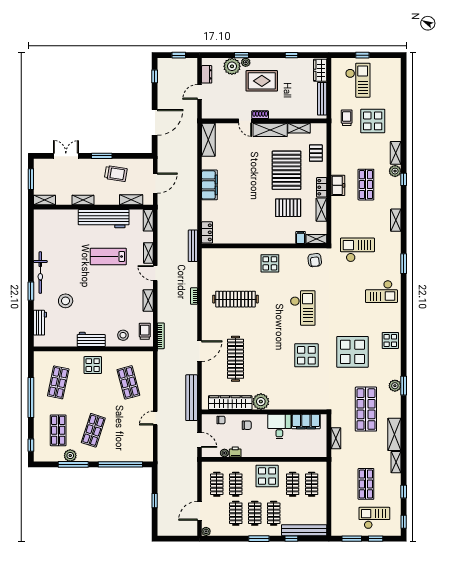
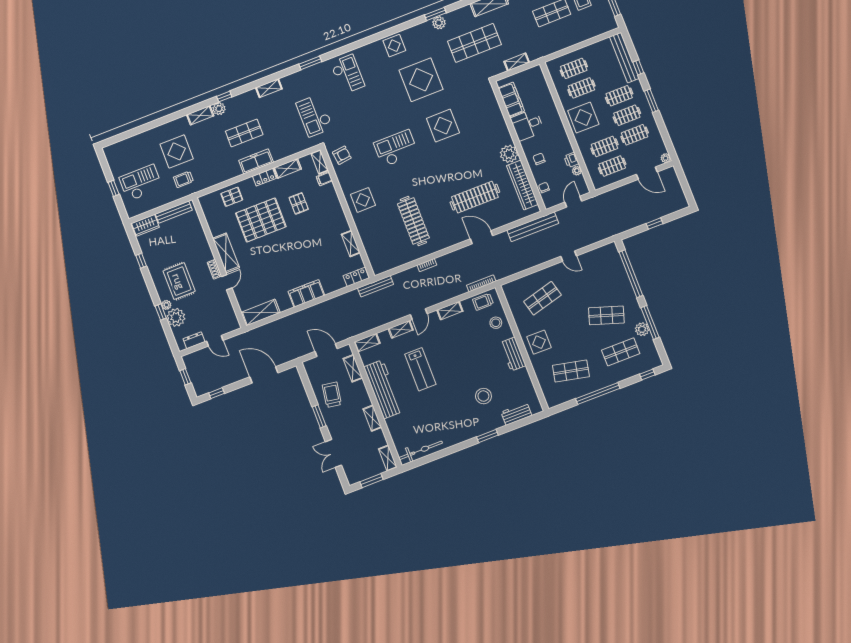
shelving: (299, 128) -> (351, 244), moved
freezer: (338, 185) -> (256, 161), width x1.40
pallet: (288, 208) -> (299, 203), width x0.67, depth x0.71
bicycle: (40, 273) -> (421, 450), moved

